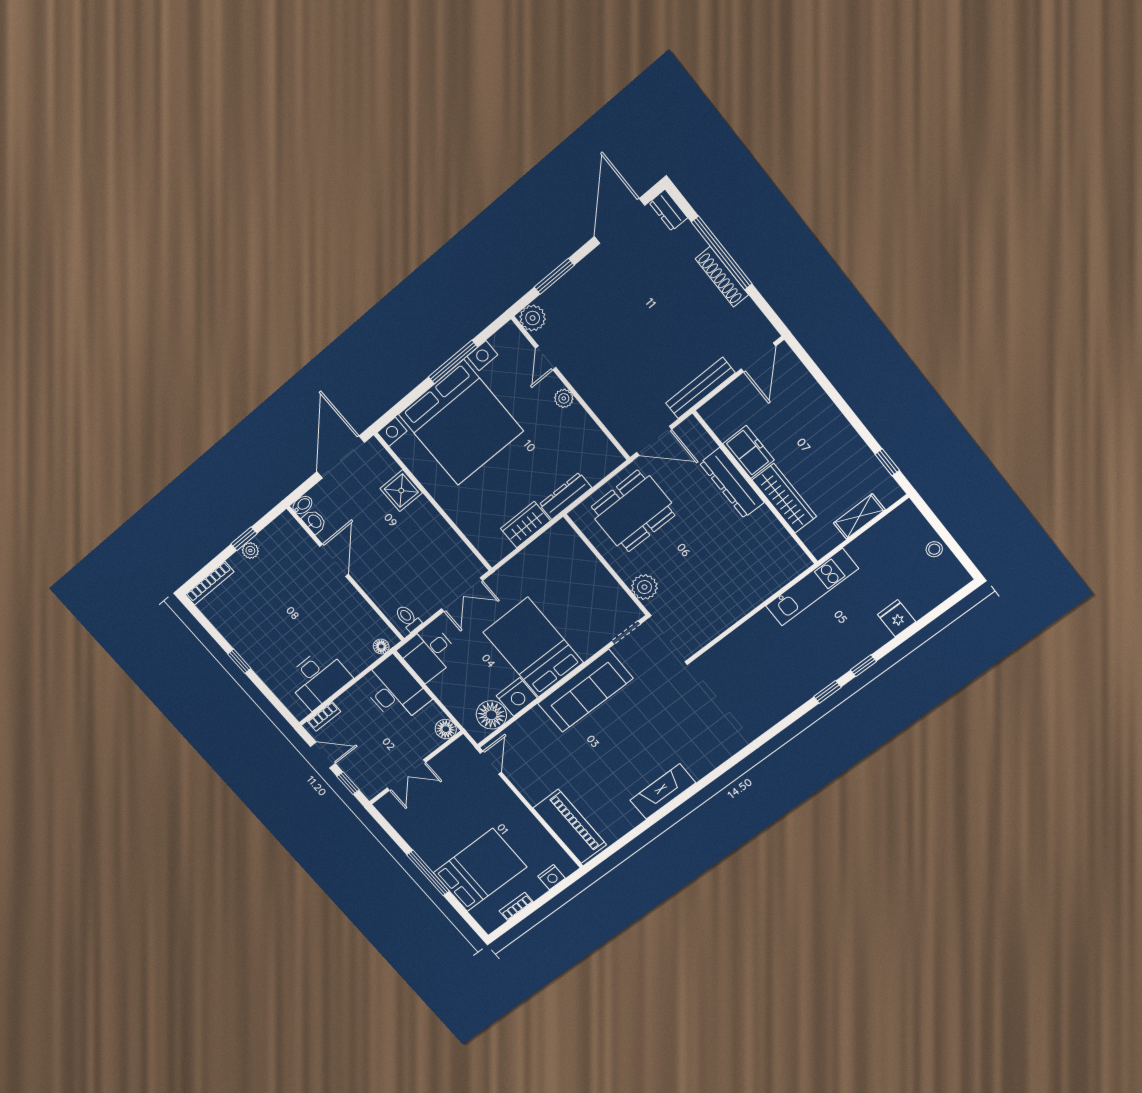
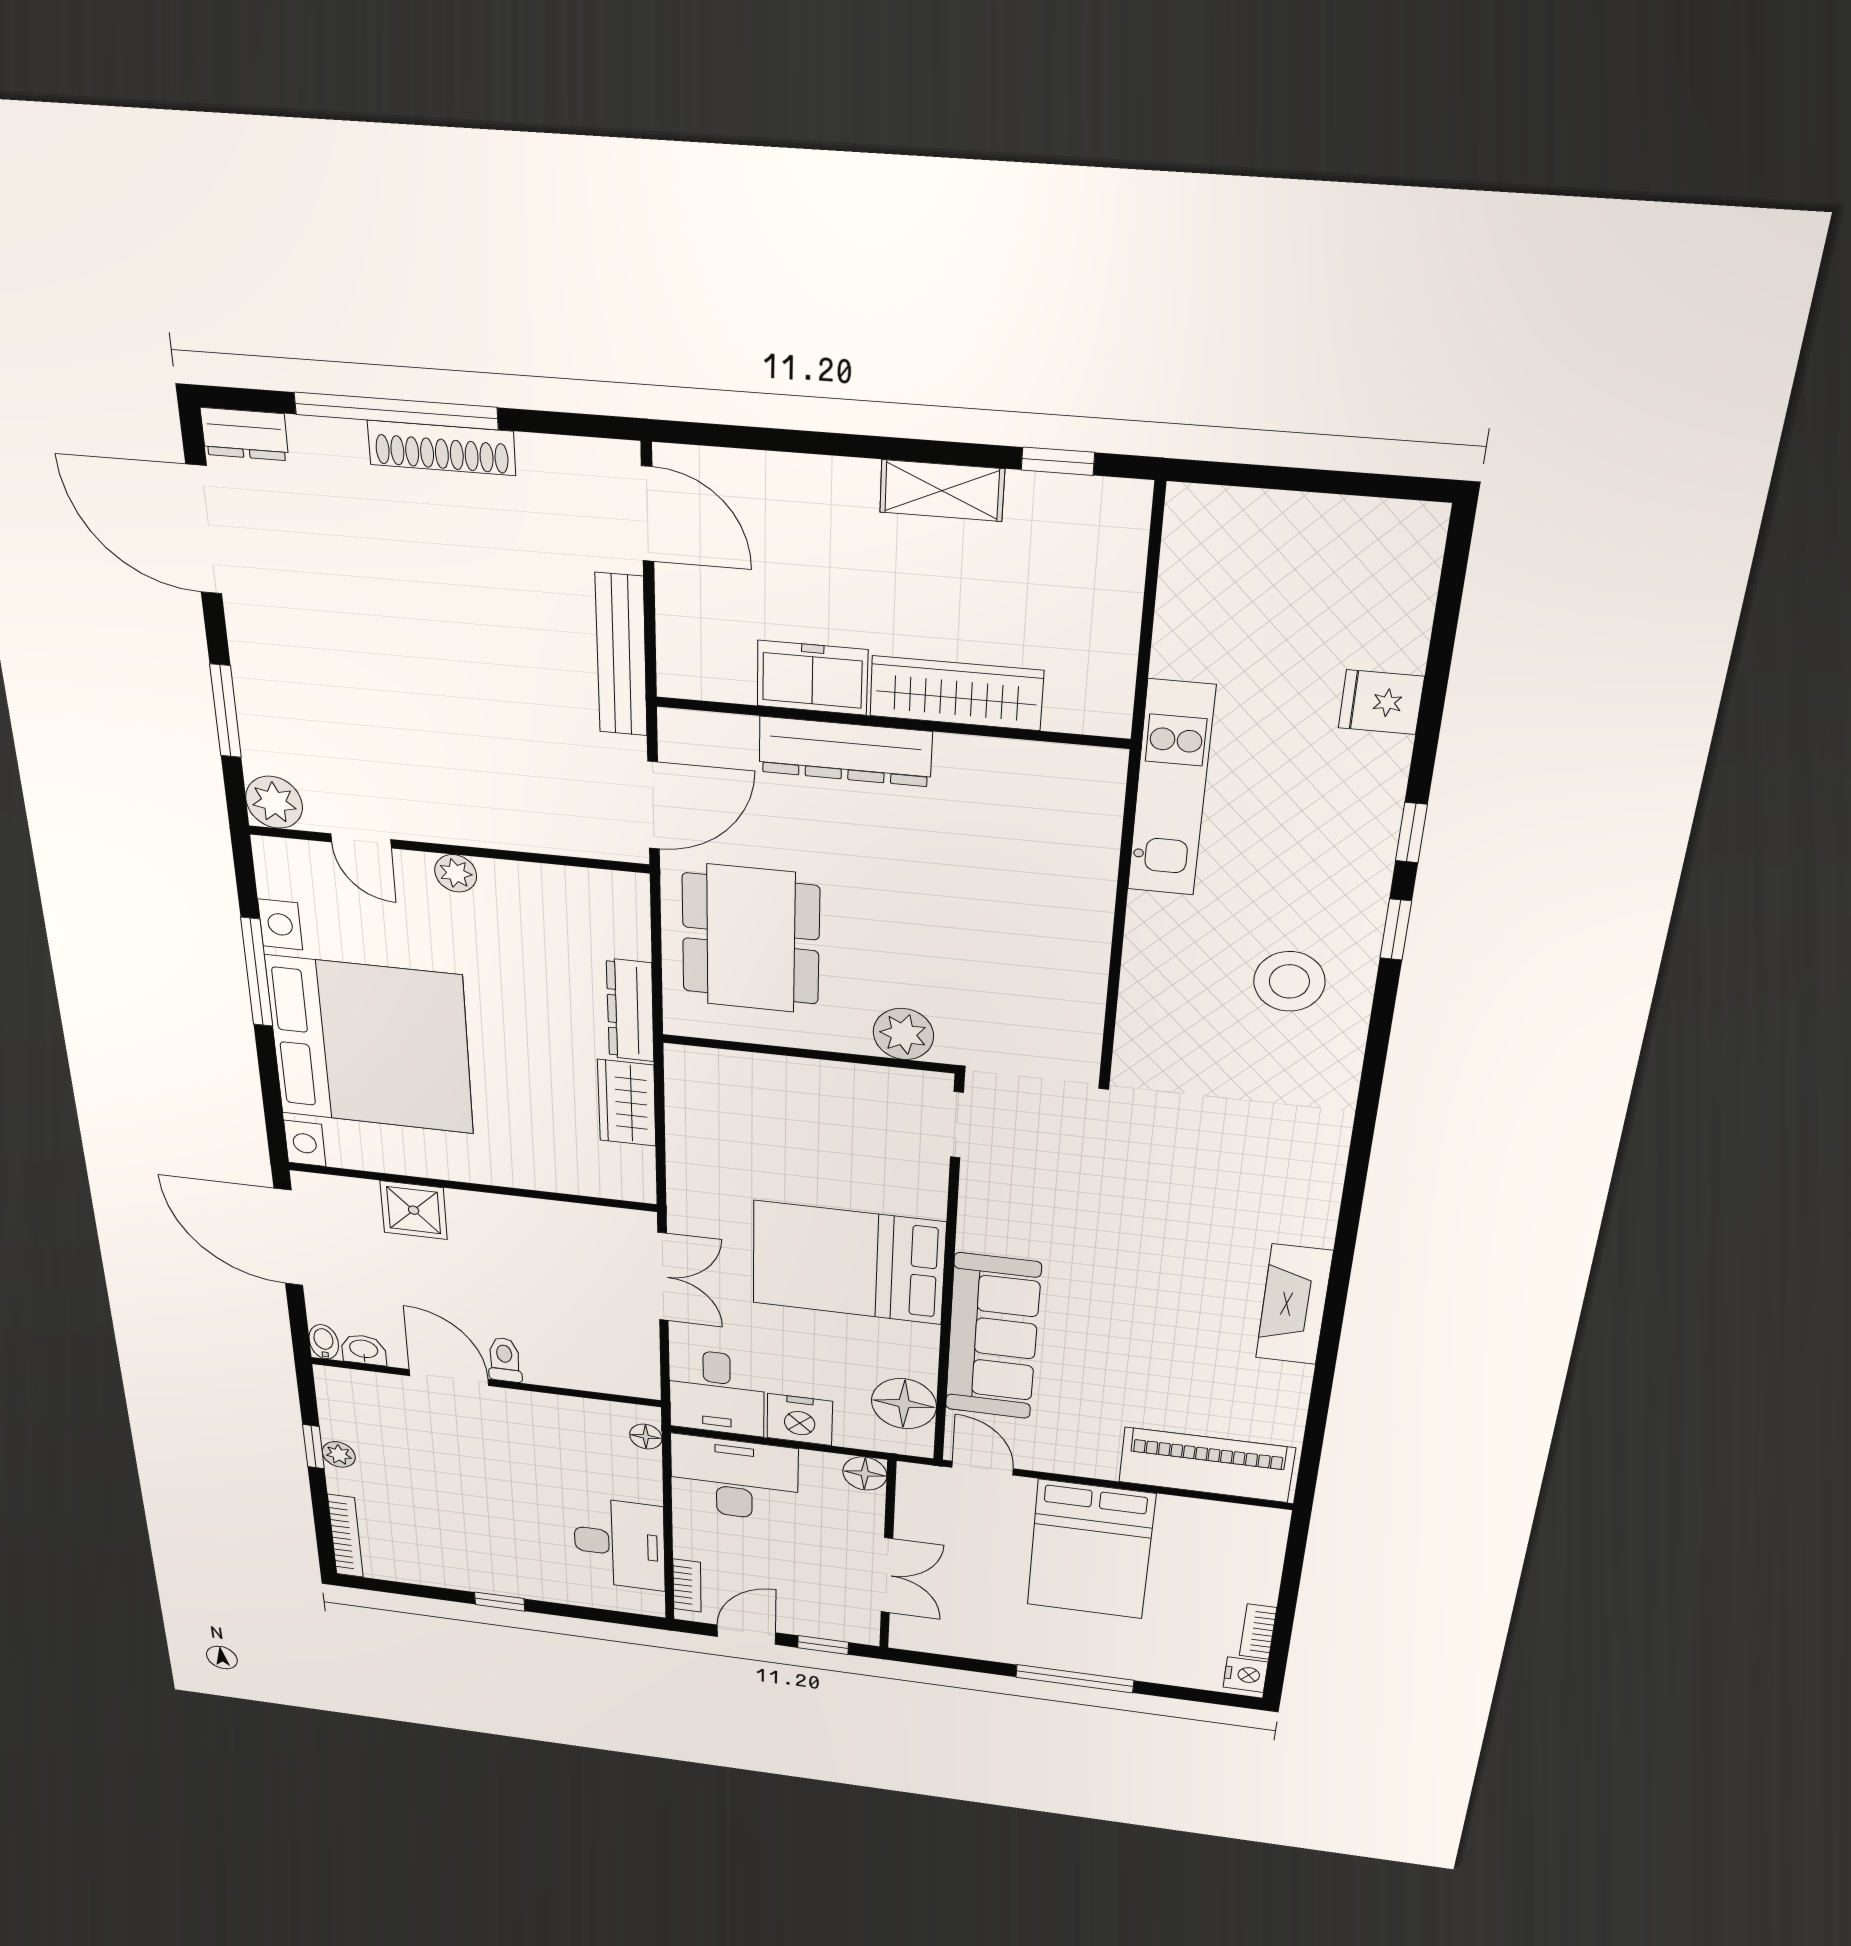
shelving: (859, 516) -> (942, 491), moved, turned 90
stool: (934, 549) -> (1289, 981), moved, width x1.89, depth x1.89
toilet: (408, 618) -> (505, 1360), moved, turned 90
sofa: (585, 691) -> (993, 1337), moved
nightstand: (517, 697) -> (800, 1420), moved, turned 90
bed: (480, 870) -> (1091, 1550), moved, turned 180
nightstand: (552, 877) -> (1246, 1675), moved

